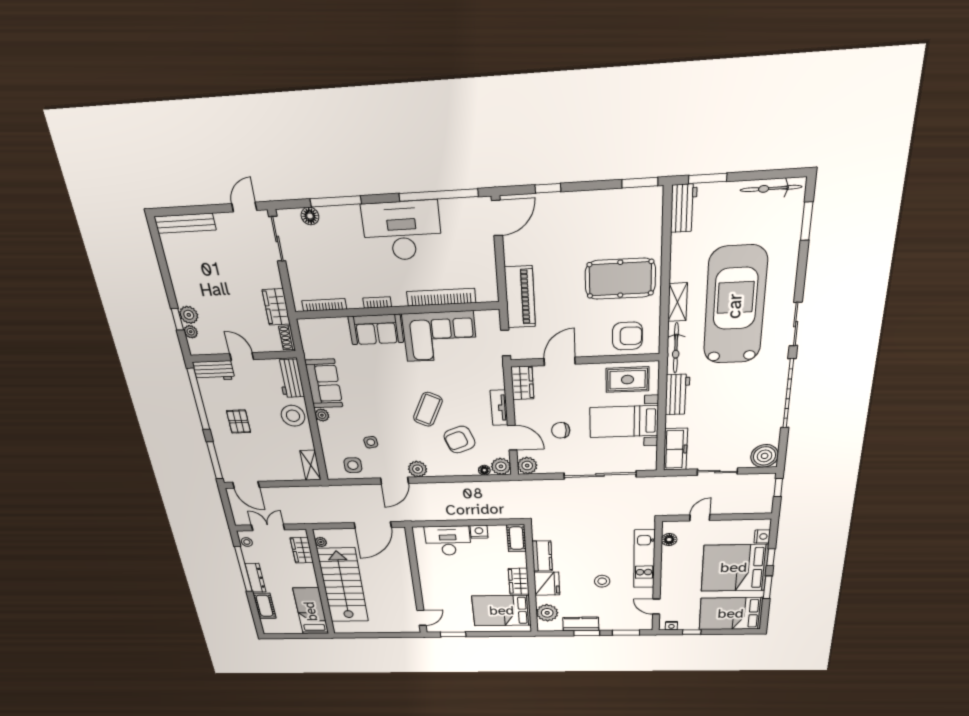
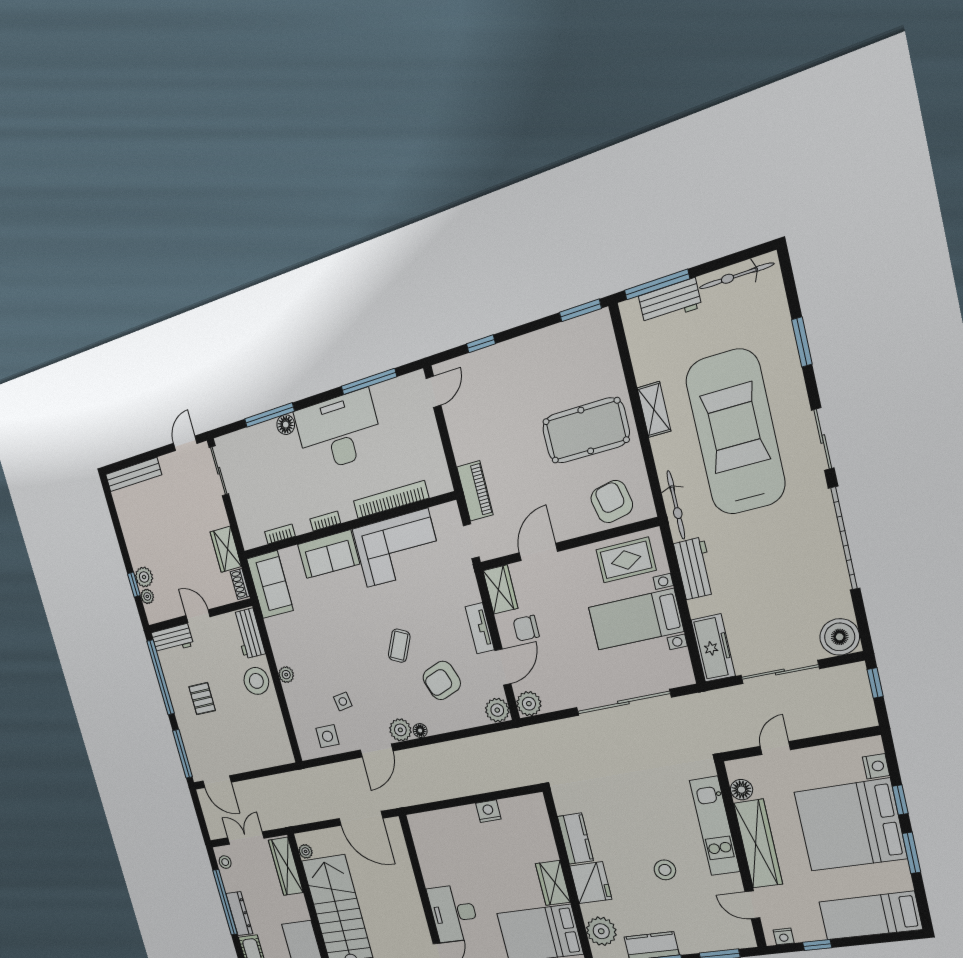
window: (708, 178) -> (657, 285), width x1.44
window: (438, 195) -> (369, 382), width x0.68
workbench: (684, 208) -> (670, 302), moved, turned 90
floor lamp: (310, 216) -> (286, 425), moved
door: (497, 218) -> (434, 392), width x0.73
window: (807, 221) -> (802, 342), moved
piano: (520, 297) -> (475, 491), width x0.73, depth x0.75
shelving: (678, 302) -> (654, 409), moved
bookcase: (324, 305) -> (280, 534), width x0.64
armchair: (627, 336) -> (612, 502), turned -102
sofa: (324, 384) -> (270, 585), moved
coffee table: (428, 409) -> (399, 646), width x0.73, depth x0.77
chair: (561, 430) -> (526, 628), moved
door: (512, 438) -> (503, 667), hinge flipped
shelving: (311, 465) -> (282, 744), removed
floor lamp: (484, 470) -> (420, 731), moved
sliding door: (717, 472) -> (780, 672), width x1.37
door: (373, 525) -> (361, 818), hinge flipped
cot: (516, 538) -> (537, 815), removed
desk: (448, 541) -> (454, 913), moved, turned -90
wardrobe: (302, 550) -> (286, 866), width x1.50
wardrobe: (671, 572) -> (758, 844), added
bed: (731, 614) -> (870, 916), width x0.67

